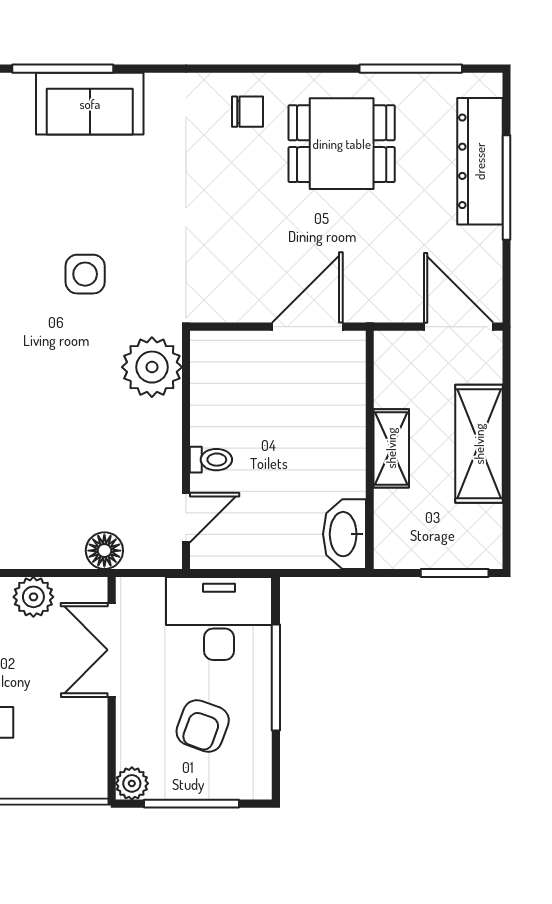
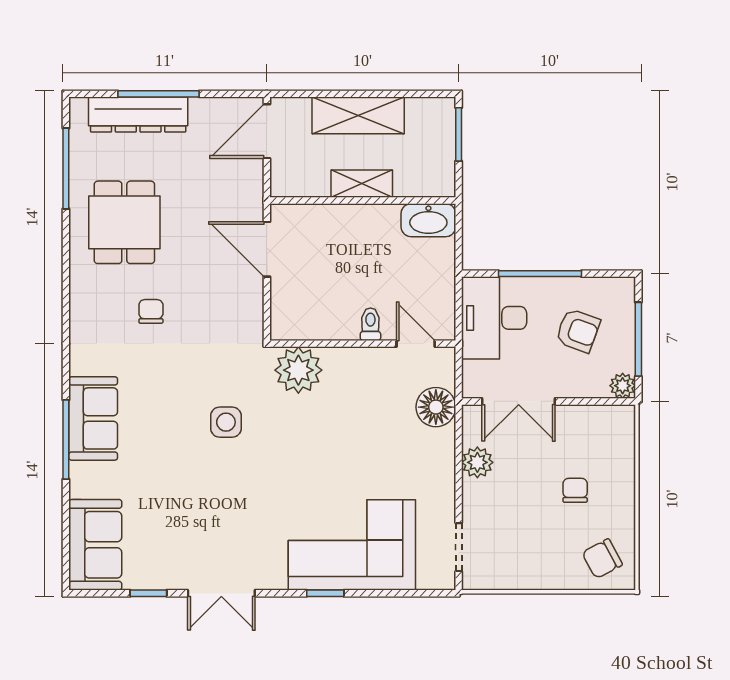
chair: (248, 112) -> (151, 311), moved
floor lamp: (104, 551) -> (436, 407), width x1.38, depth x1.38

